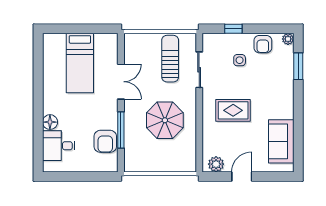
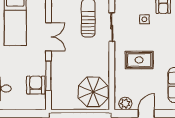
parasol: (165, 120) -> (93, 92), moved
armchair: (105, 141) -> (36, 85), turned 180

